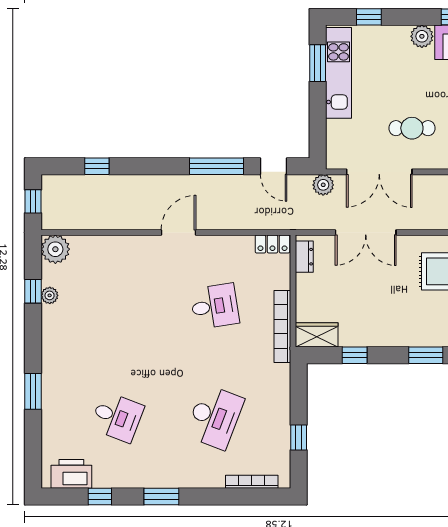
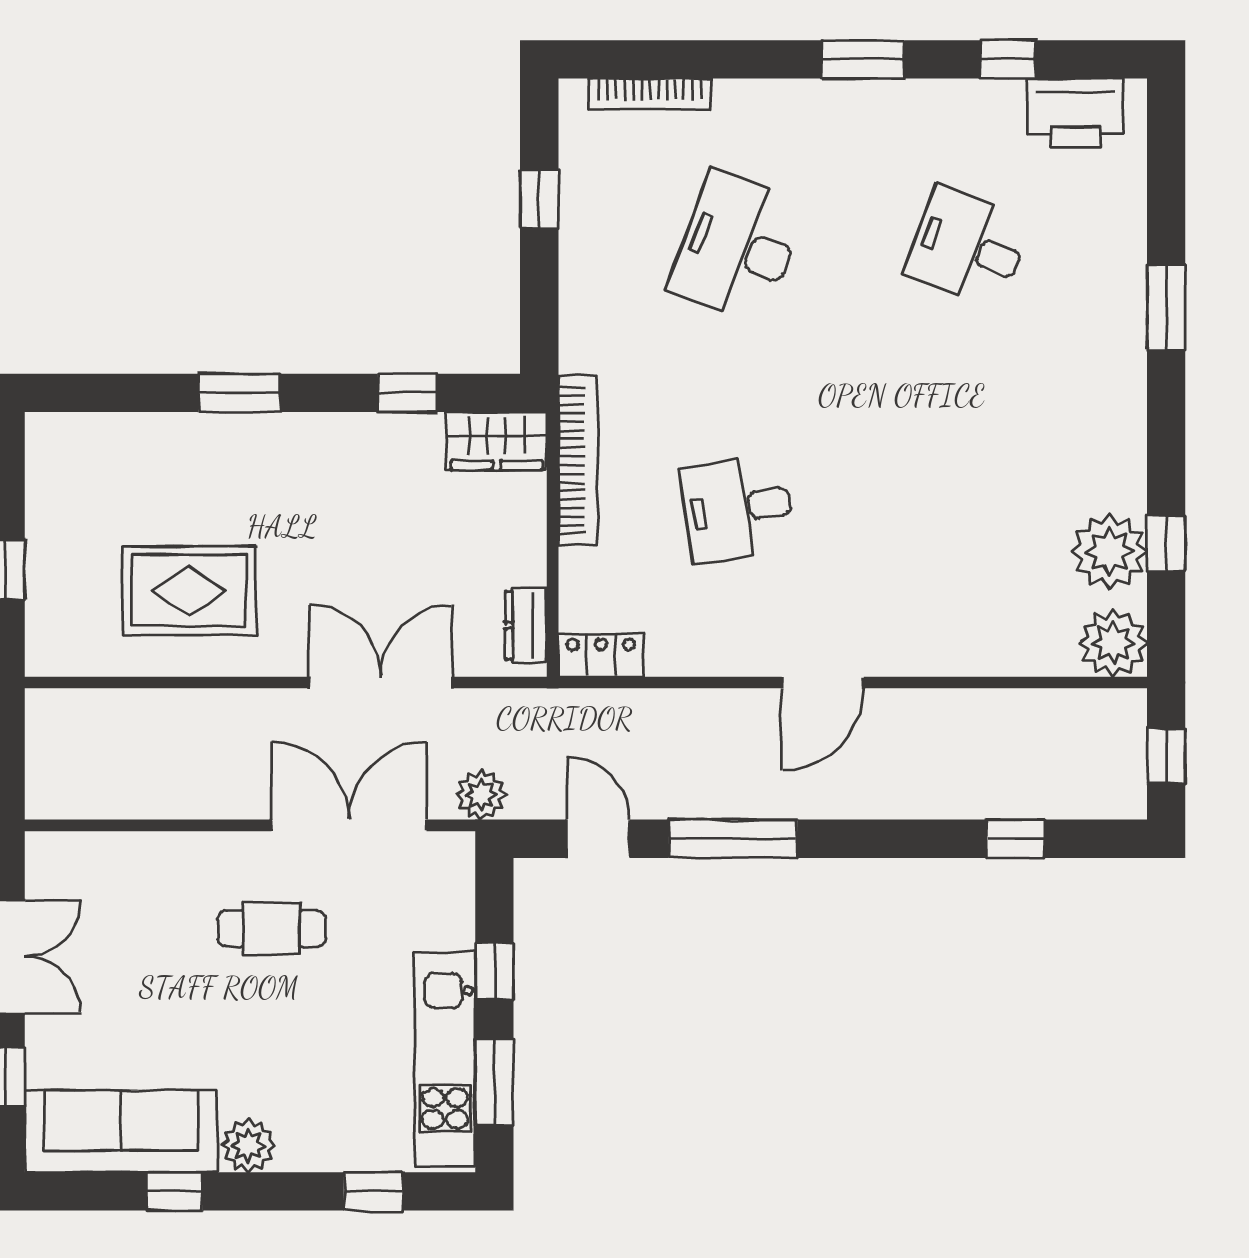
window: (318, 110) -> (494, 971), added
plant: (50, 295) -> (1109, 552), width x1.88, depth x1.88

